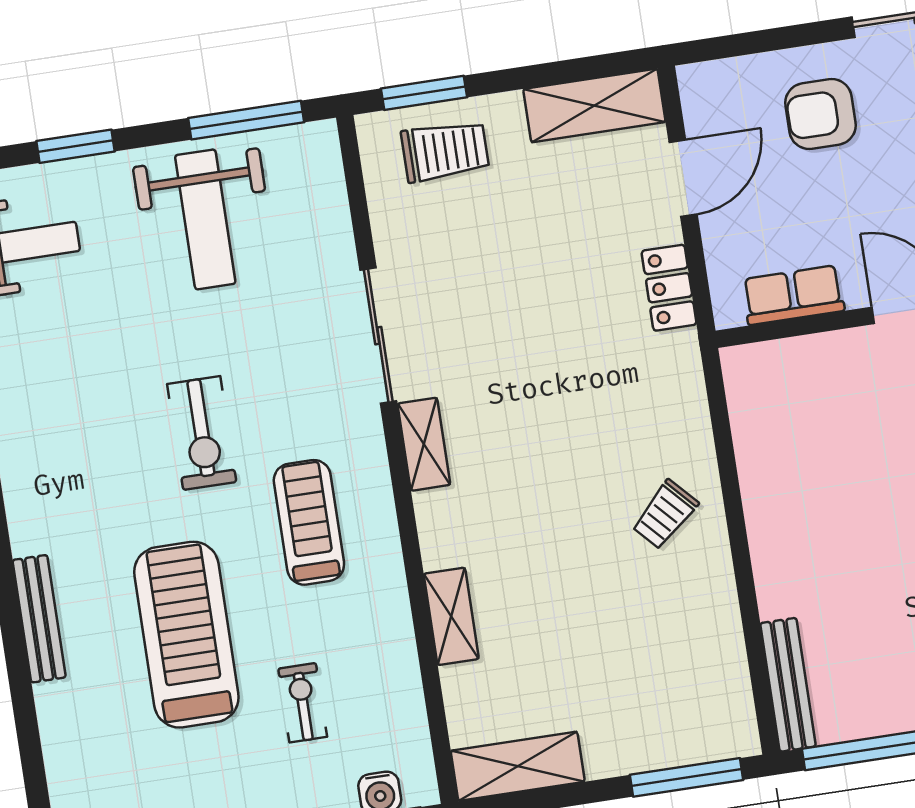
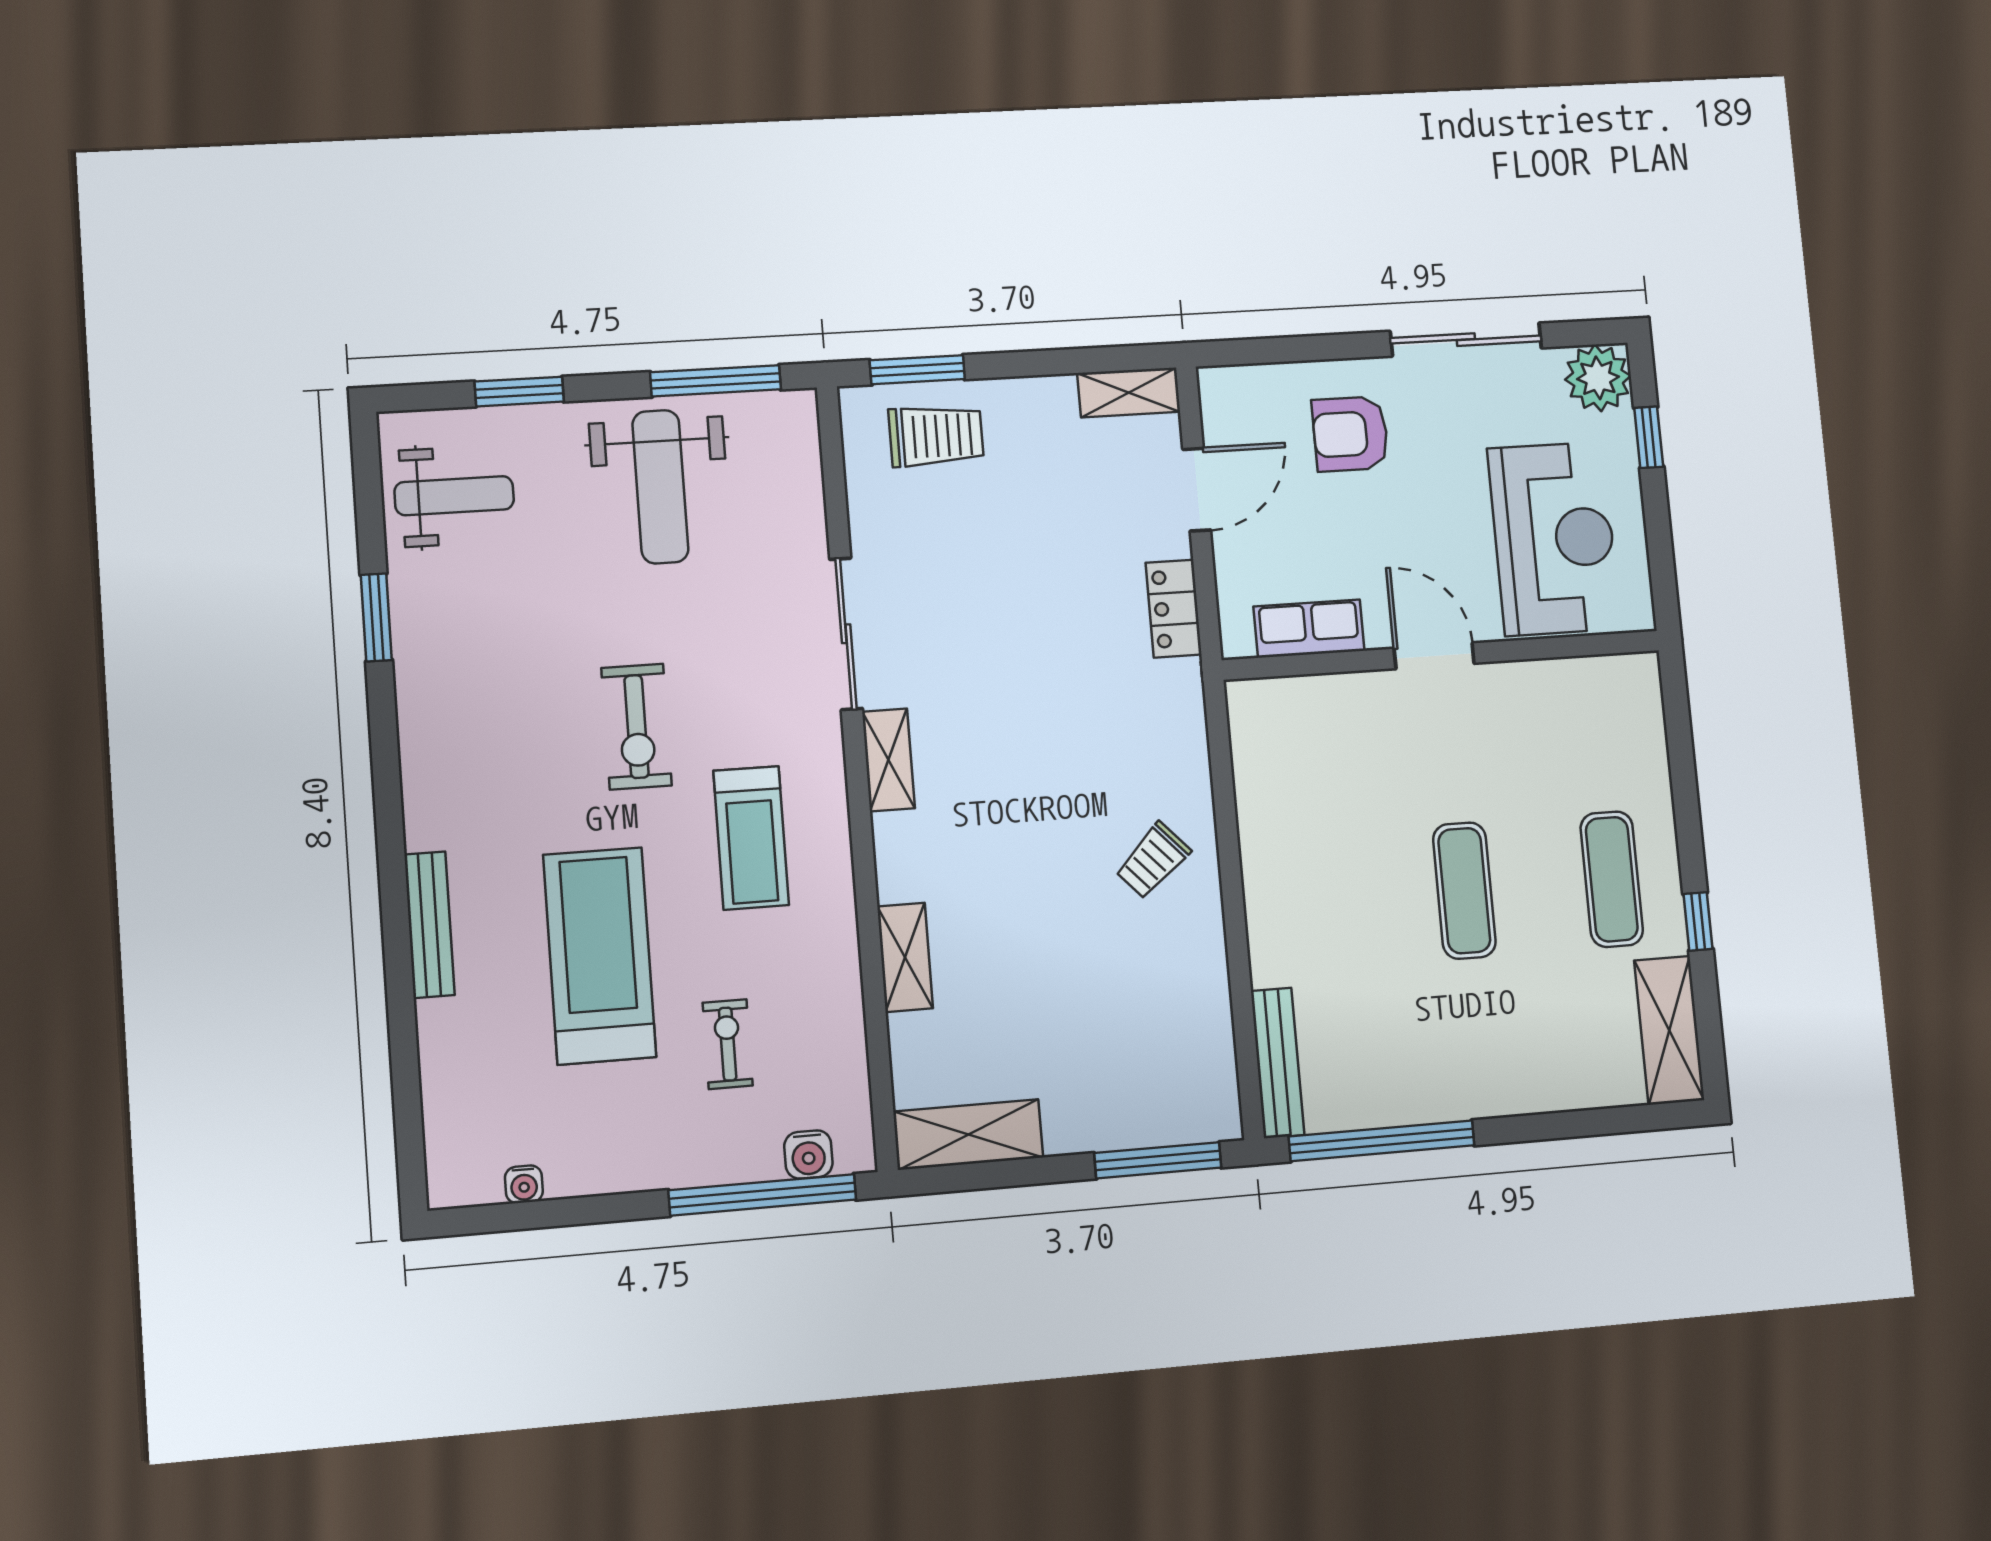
shelving: (594, 105) -> (1129, 393), width x0.67, depth x0.75
treadmill: (309, 522) -> (751, 838), turned 180

